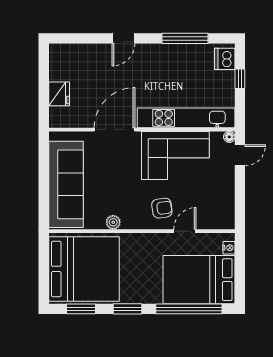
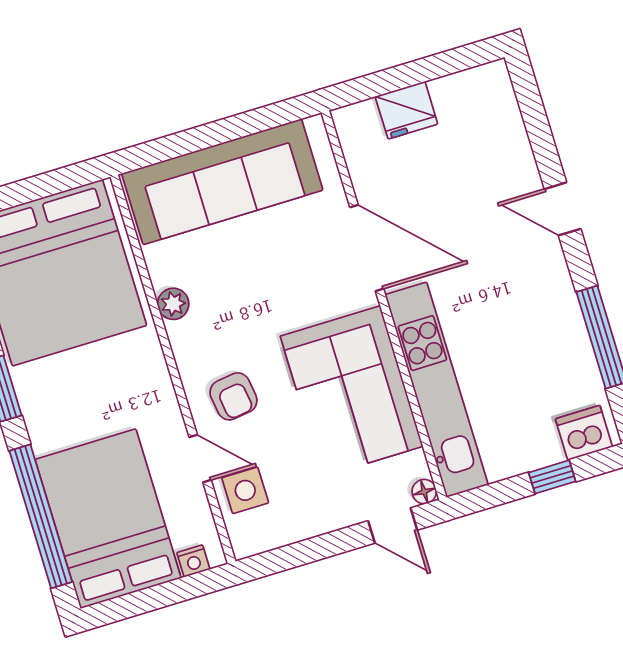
side table: (205, 216) -> (245, 490), added

